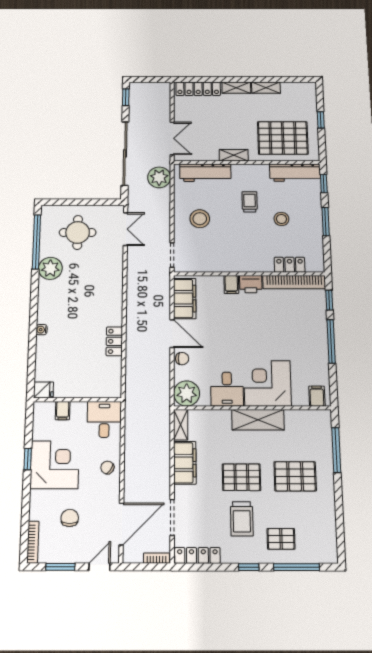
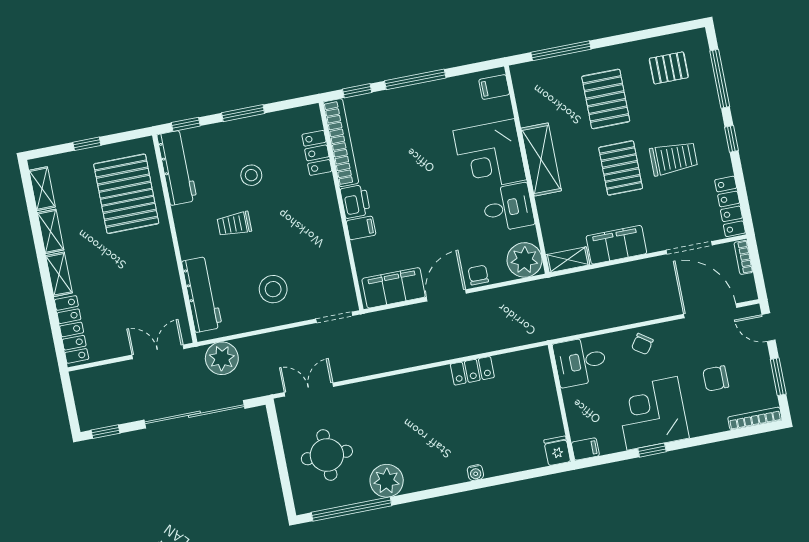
shelving: (234, 155) -> (42, 189), moved
filing cabinet: (63, 411) -> (585, 449), moved
pallet: (281, 539) -> (669, 68), moved, turned 90

